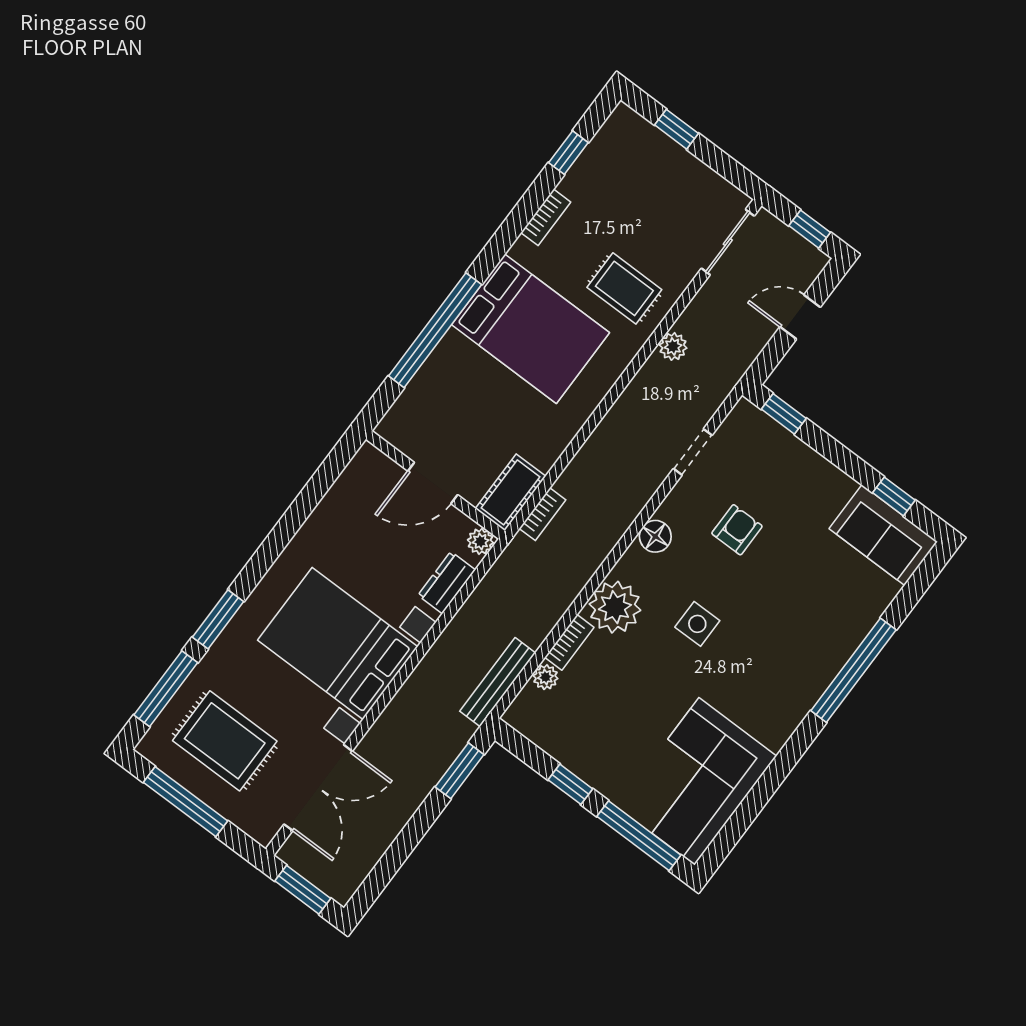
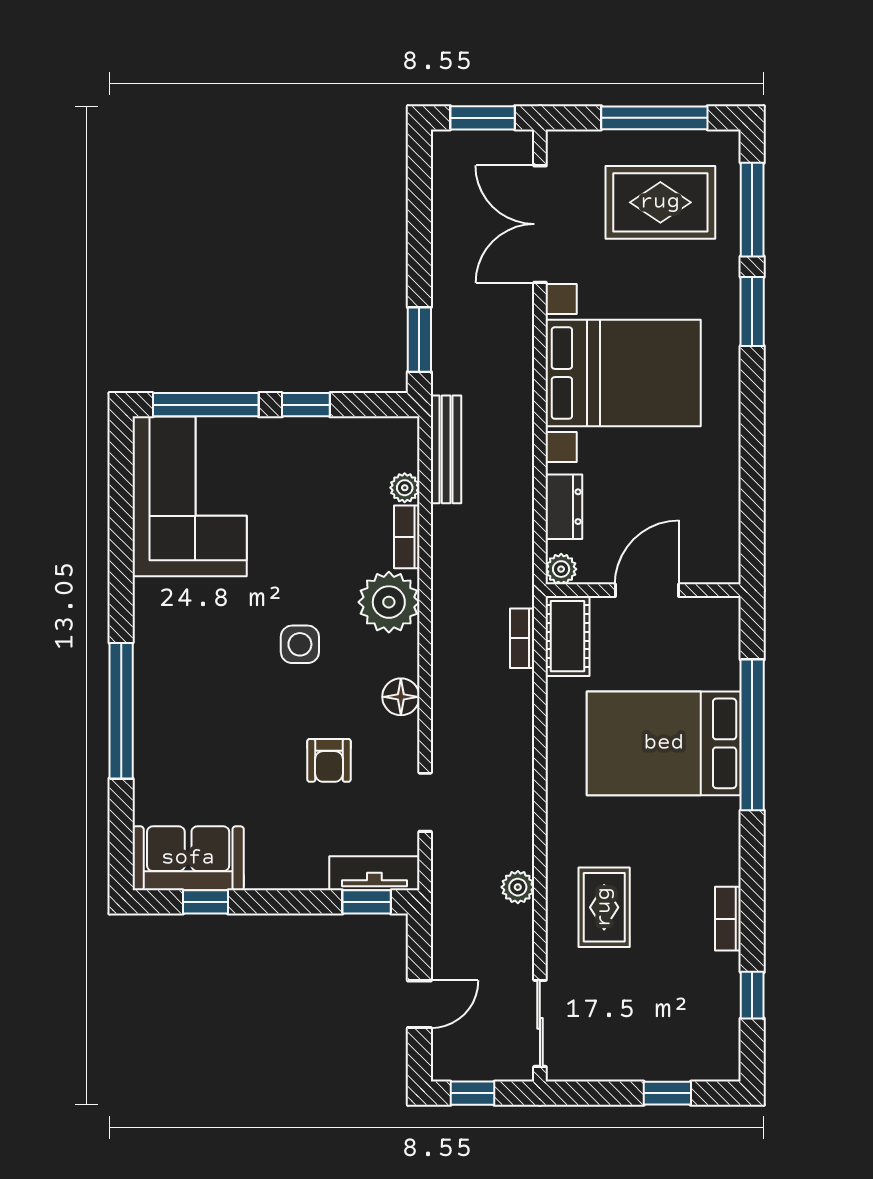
rug: (624, 288) -> (604, 907), turned 90
bed: (530, 329) -> (664, 743), moved
tv unit: (764, 429) -> (374, 873), added

